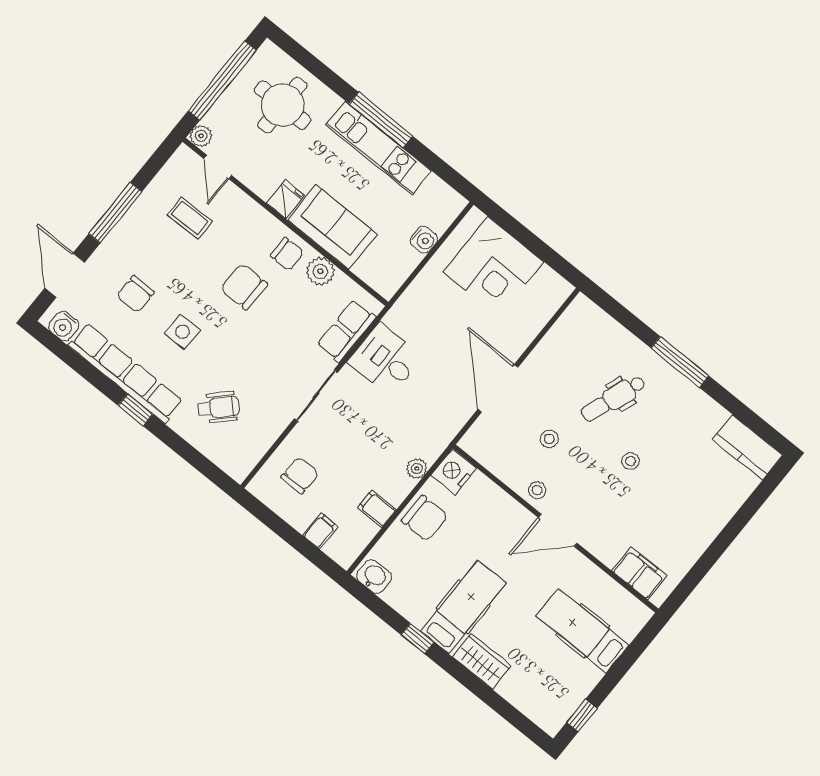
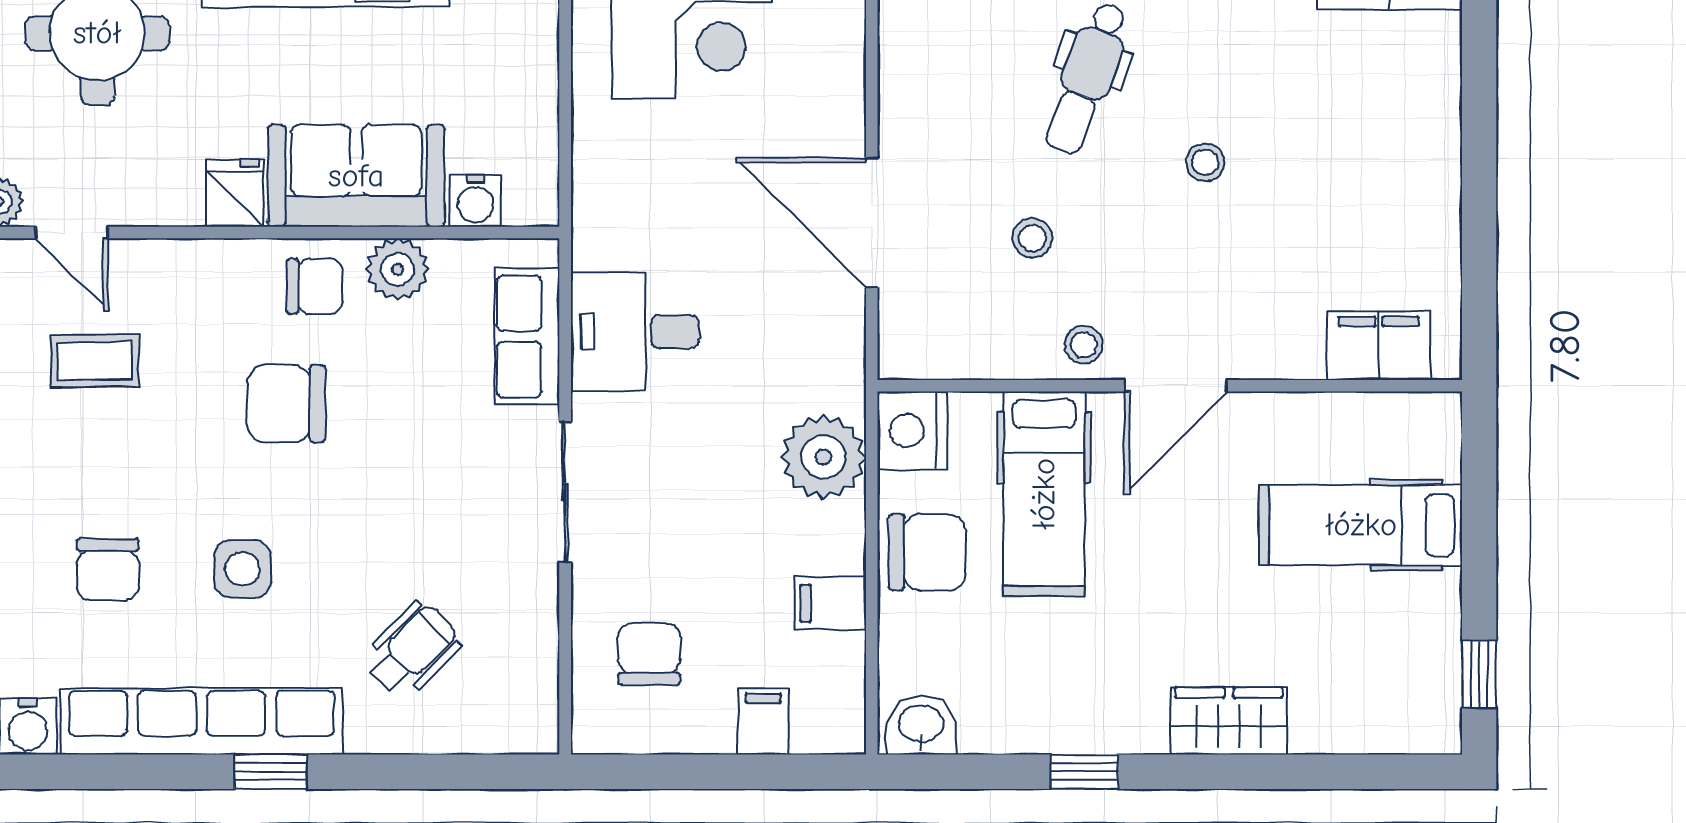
water cooler: (424, 240) -> (475, 201), moved, turned 90
plant: (417, 469) -> (824, 457), width x1.87, depth x1.87
hospital bed: (463, 607) -> (1044, 494), moved, turned 180

